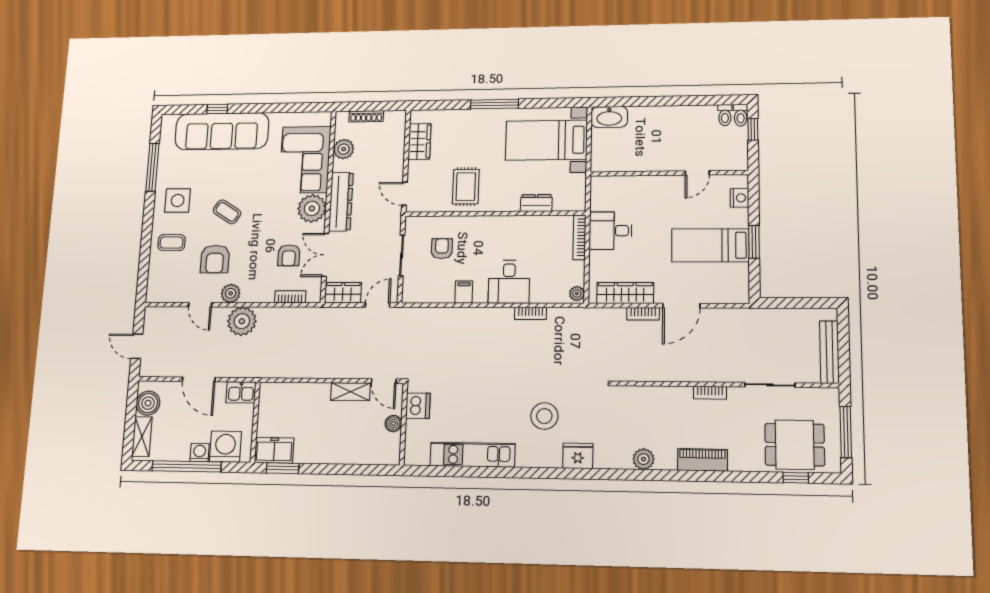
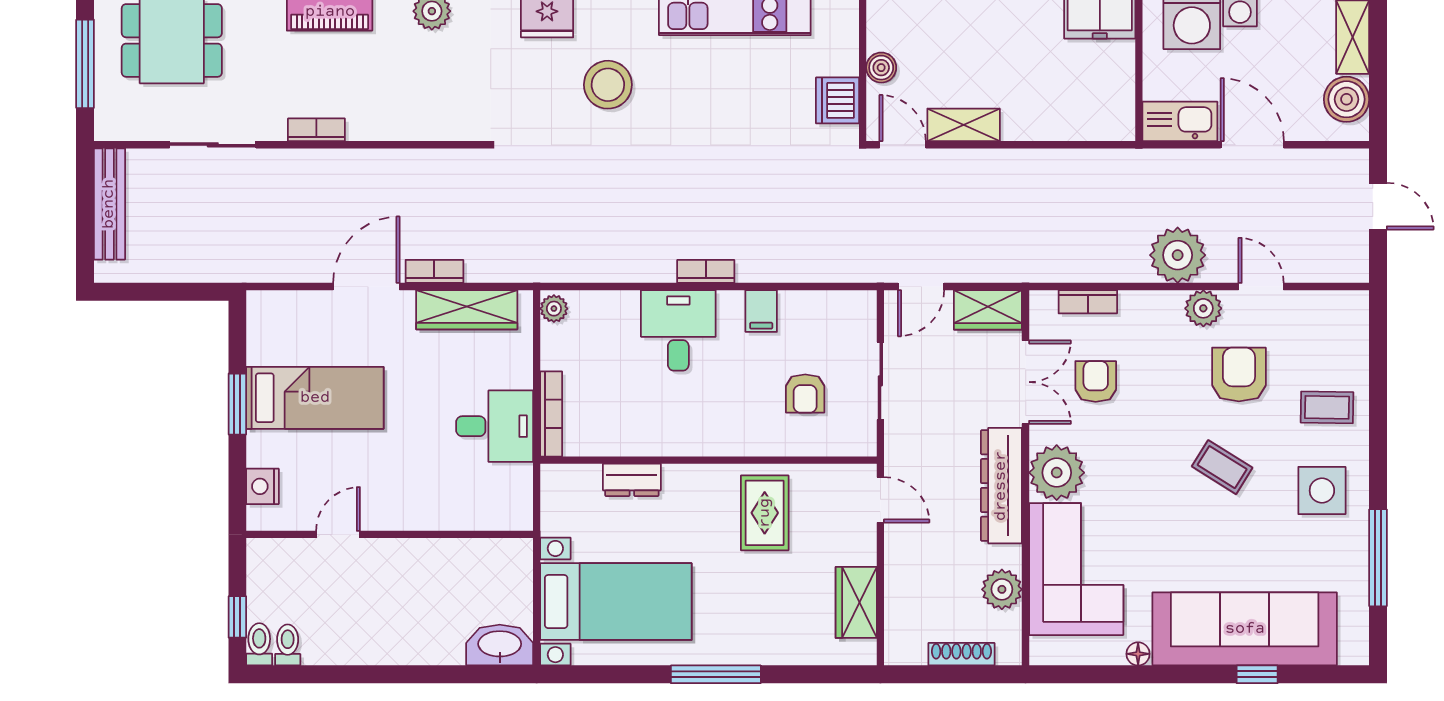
floor lamp: (276, 118) -> (1138, 654), added
bookcase: (530, 313) -> (706, 271), moved
kitchen sink: (241, 392) -> (1180, 121), width x1.38

